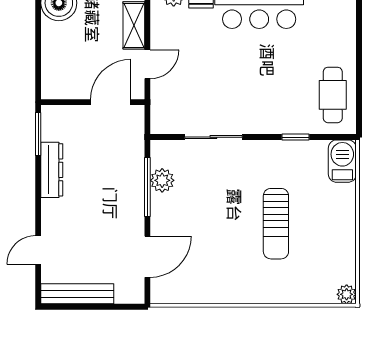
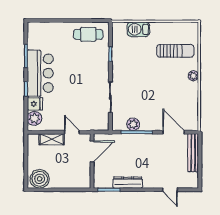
door: (111, 102) -> (92, 151), swing flipped
barbecue: (342, 161) -> (138, 29), moved
sun lounger: (276, 224) -> (175, 51), moved
bench: (77, 294) -> (193, 153), moved
plant: (347, 294) -> (193, 76), moved

